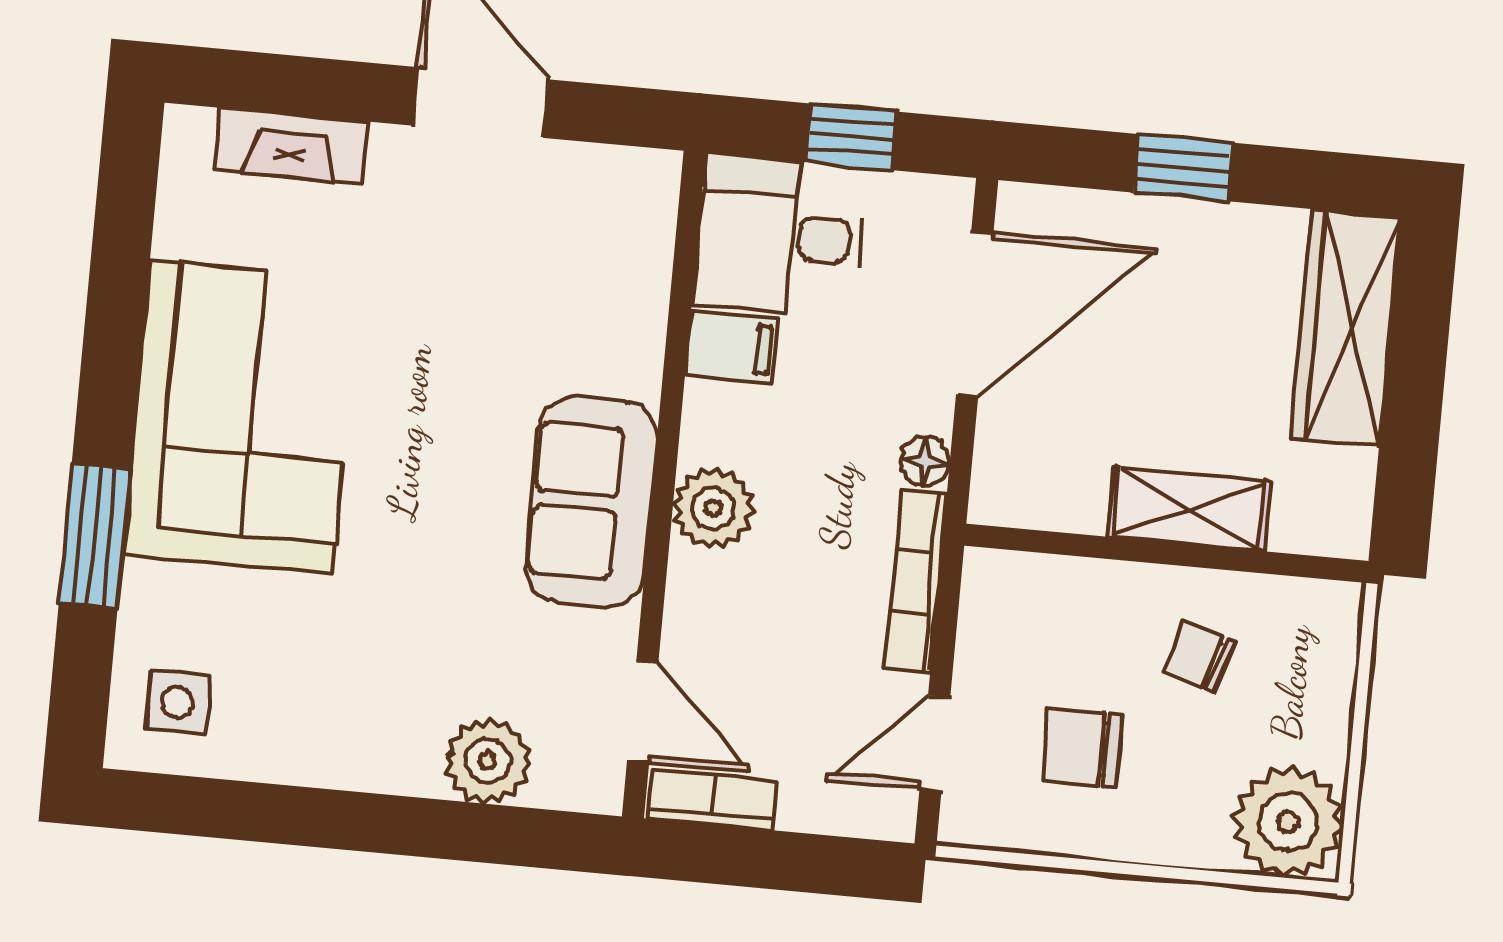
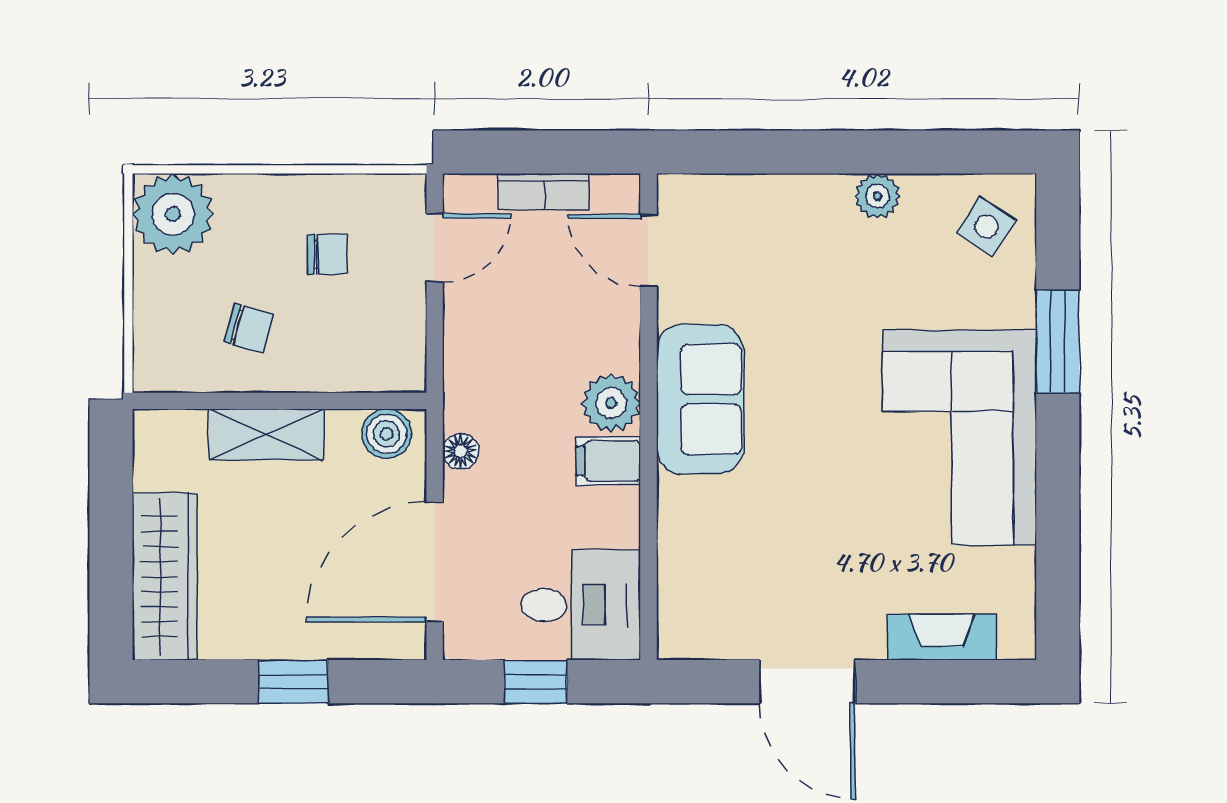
filing cabinet: (732, 347) -> (608, 461), moved
boiler: (1024, 495) -> (387, 434), added
bookcase: (916, 581) -> (459, 364), removed
side table: (178, 702) -> (986, 226), turned 33
chair: (1082, 748) -> (327, 254), width x0.73, depth x0.73
plant: (488, 761) -> (877, 196), moved, width x0.73, depth x0.73
bookcase: (713, 800) -> (543, 192), moved

